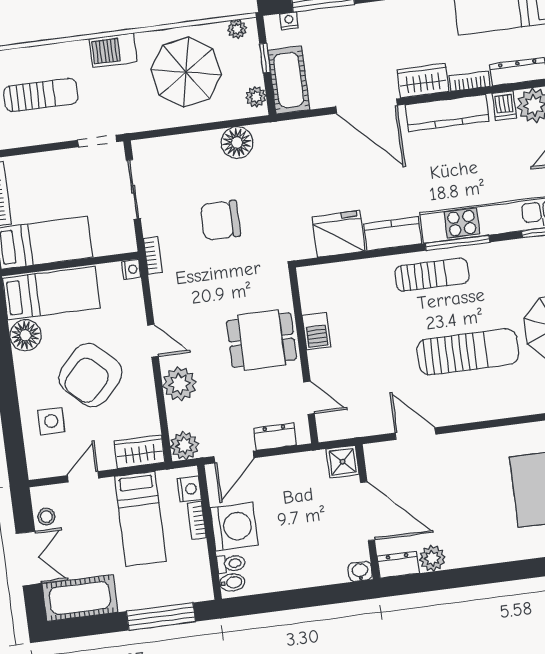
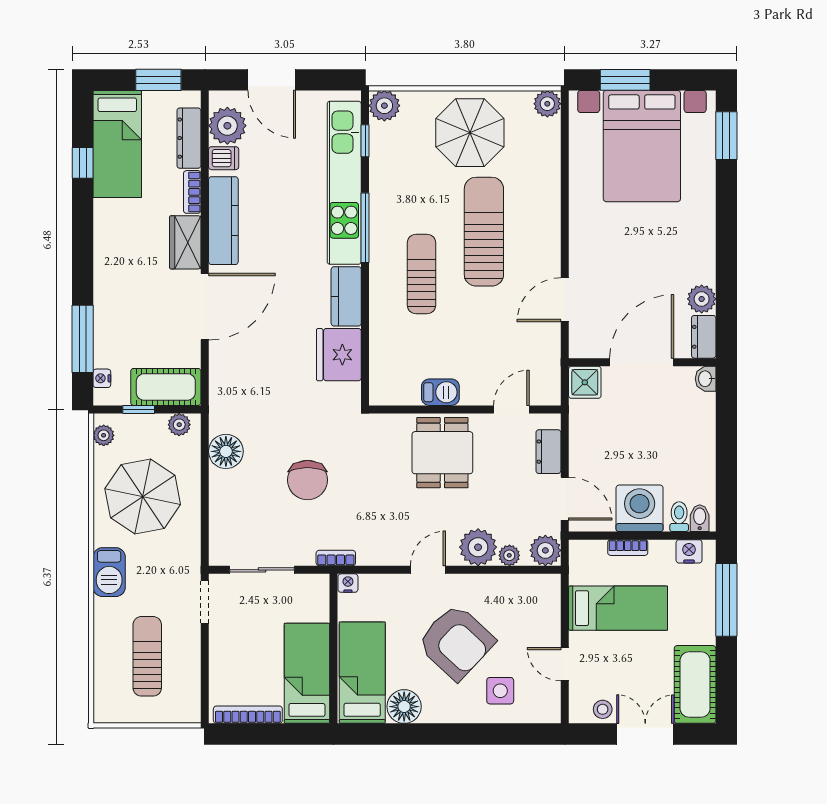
sun lounger: (432, 275) -> (421, 274), moved
plant: (176, 413) -> (509, 555), added
wardrobe: (140, 452) -> (546, 600), removed
nightstand: (189, 489) -> (689, 551), moved

